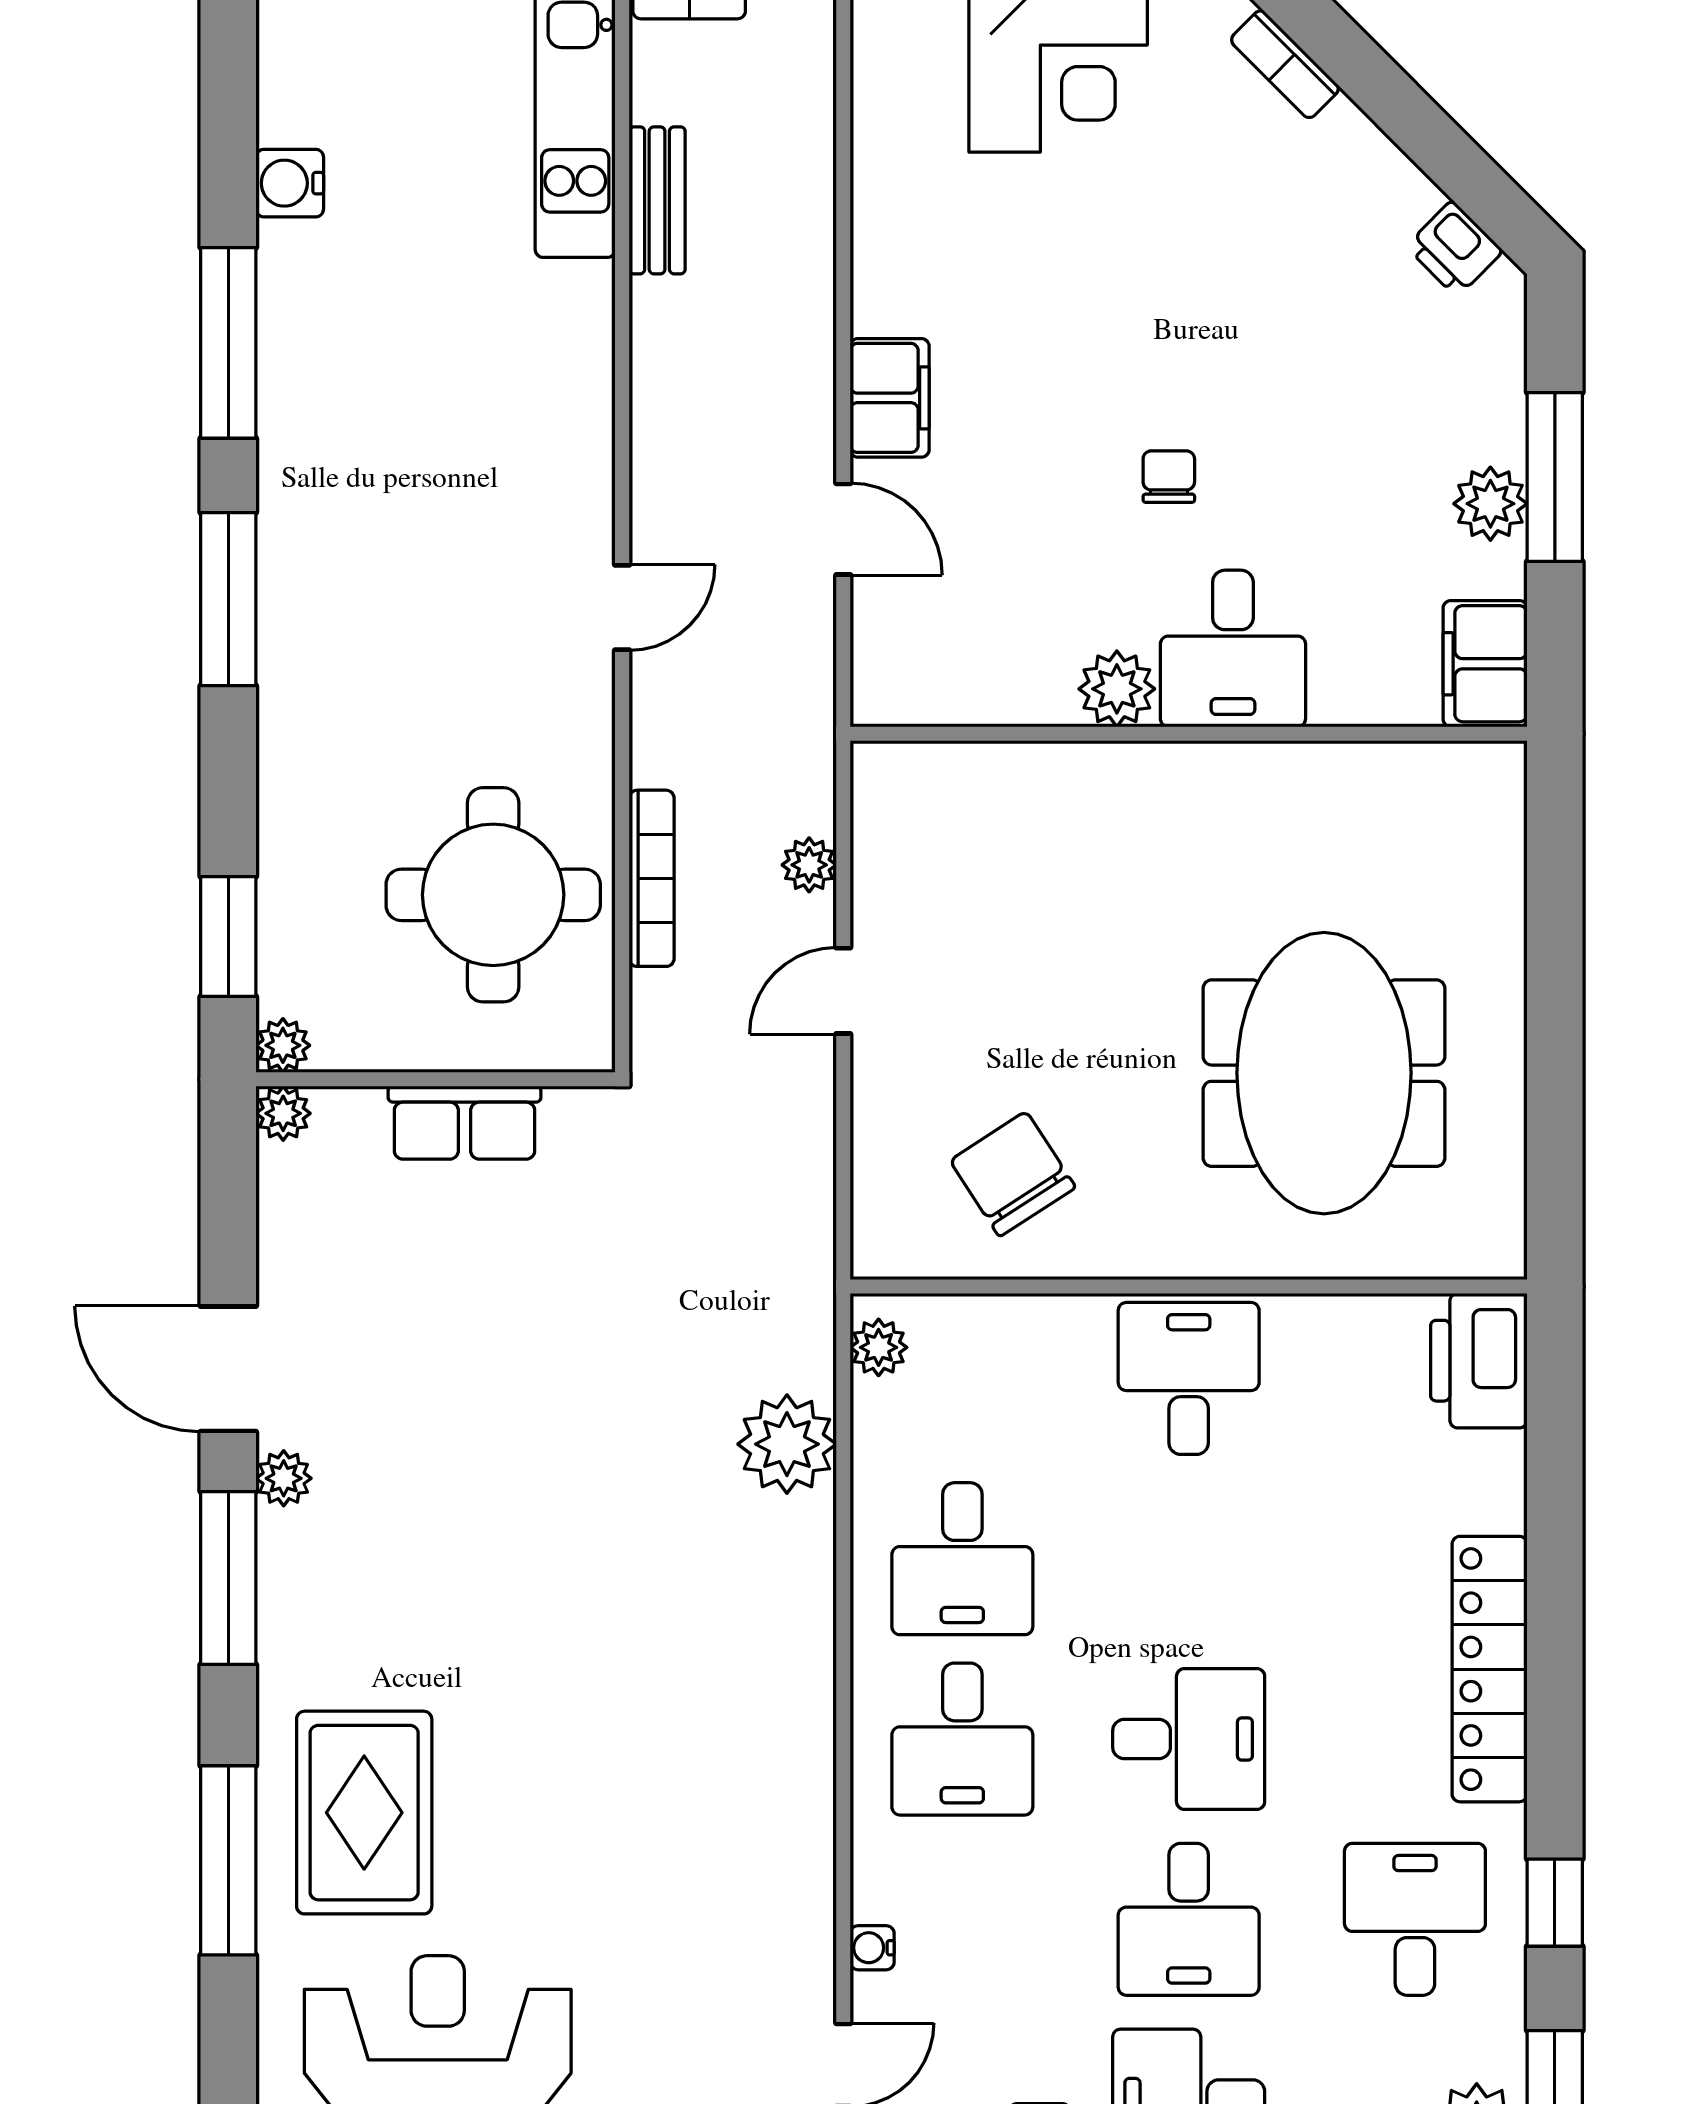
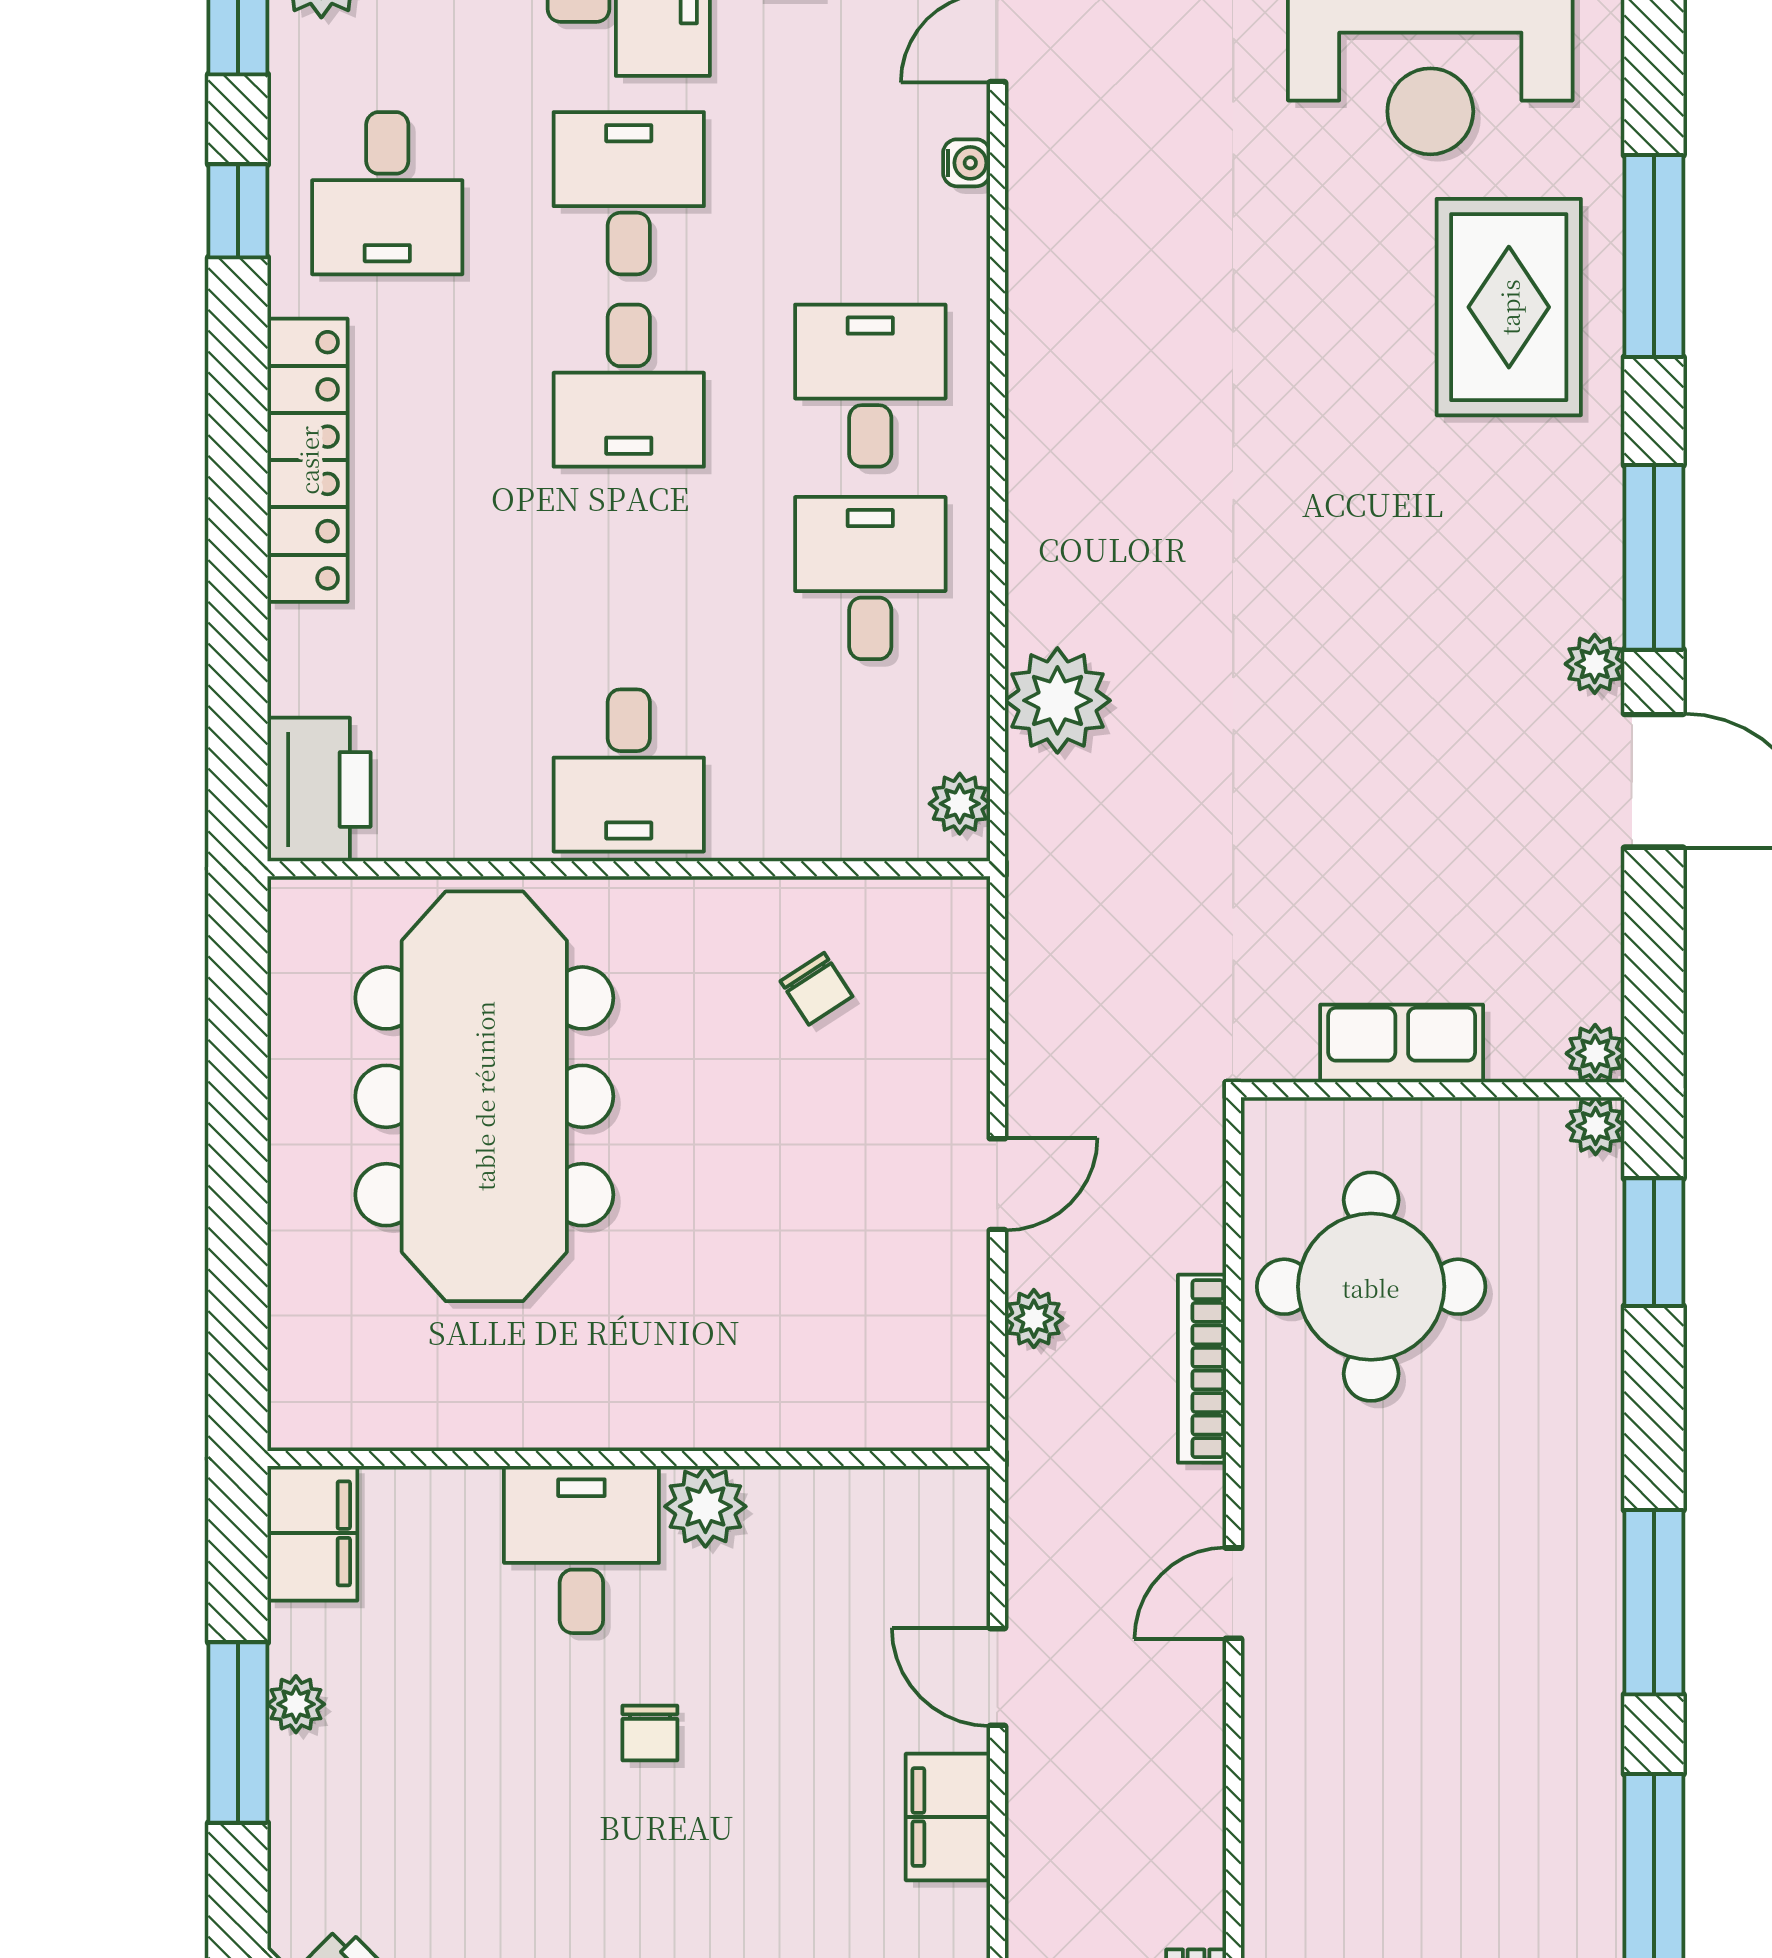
plant: (1490, 504) -> (296, 1704), width x0.73, depth x0.73
bookcase: (652, 878) -> (1202, 1369), moved
meeting table: (1324, 1073) -> (484, 1096), width x1.36
chair: (1013, 1174) -> (816, 989), width x0.54, depth x0.54
desk: (1189, 1739) -> (629, 386), turned -90

